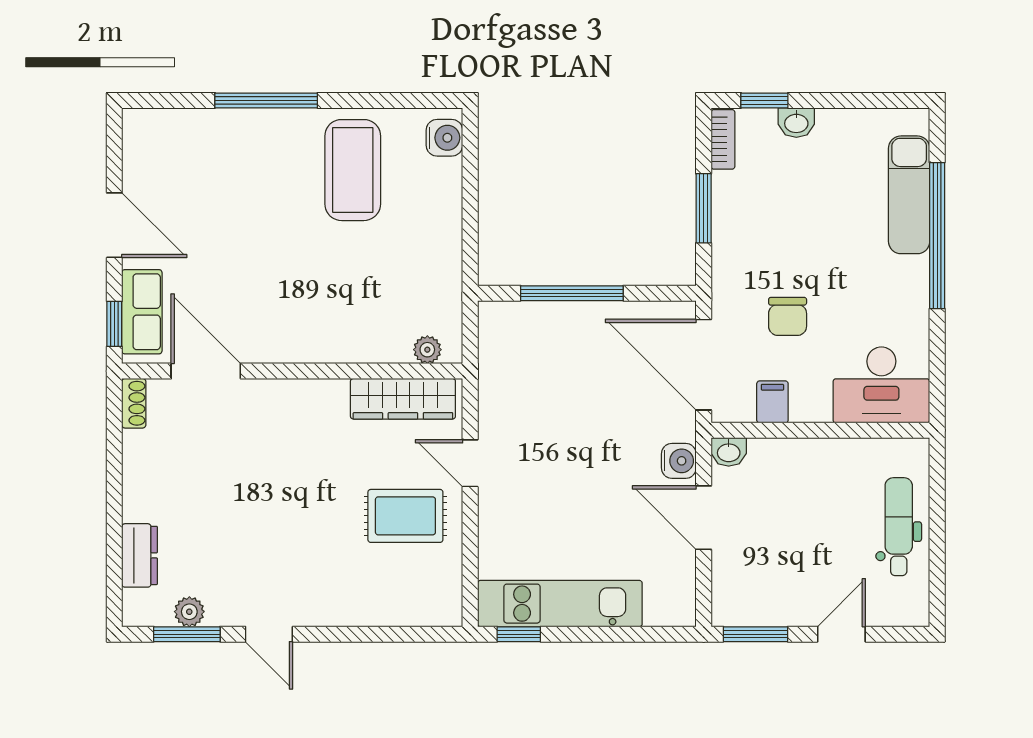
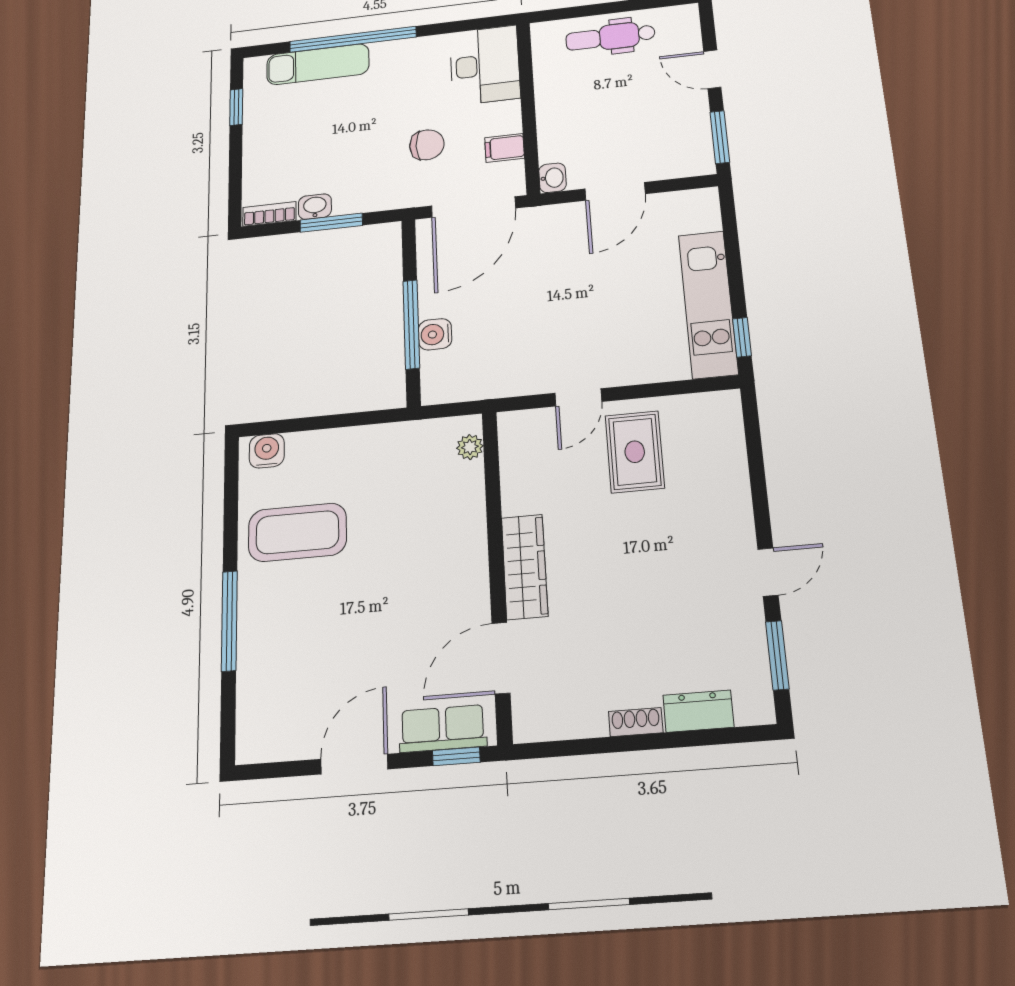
window: (764, 100) -> (236, 107), moved
washbasin: (796, 123) -> (315, 207), moved, turned -90
wardrobe: (403, 399) -> (525, 567), moved
shoe rack: (134, 403) -> (636, 722), moved
water cooler: (679, 461) -> (435, 334), moved, turned -90
plant: (189, 612) -> (753, 655), removed

